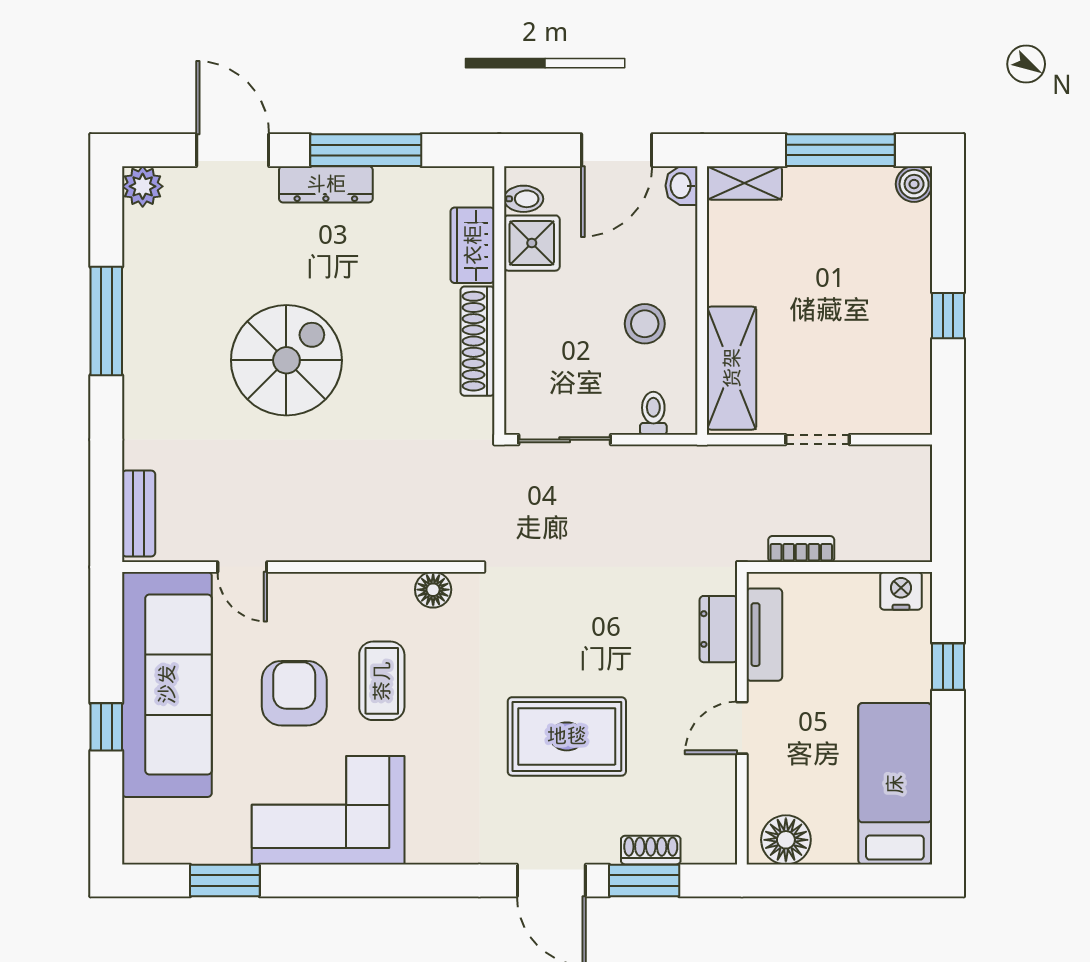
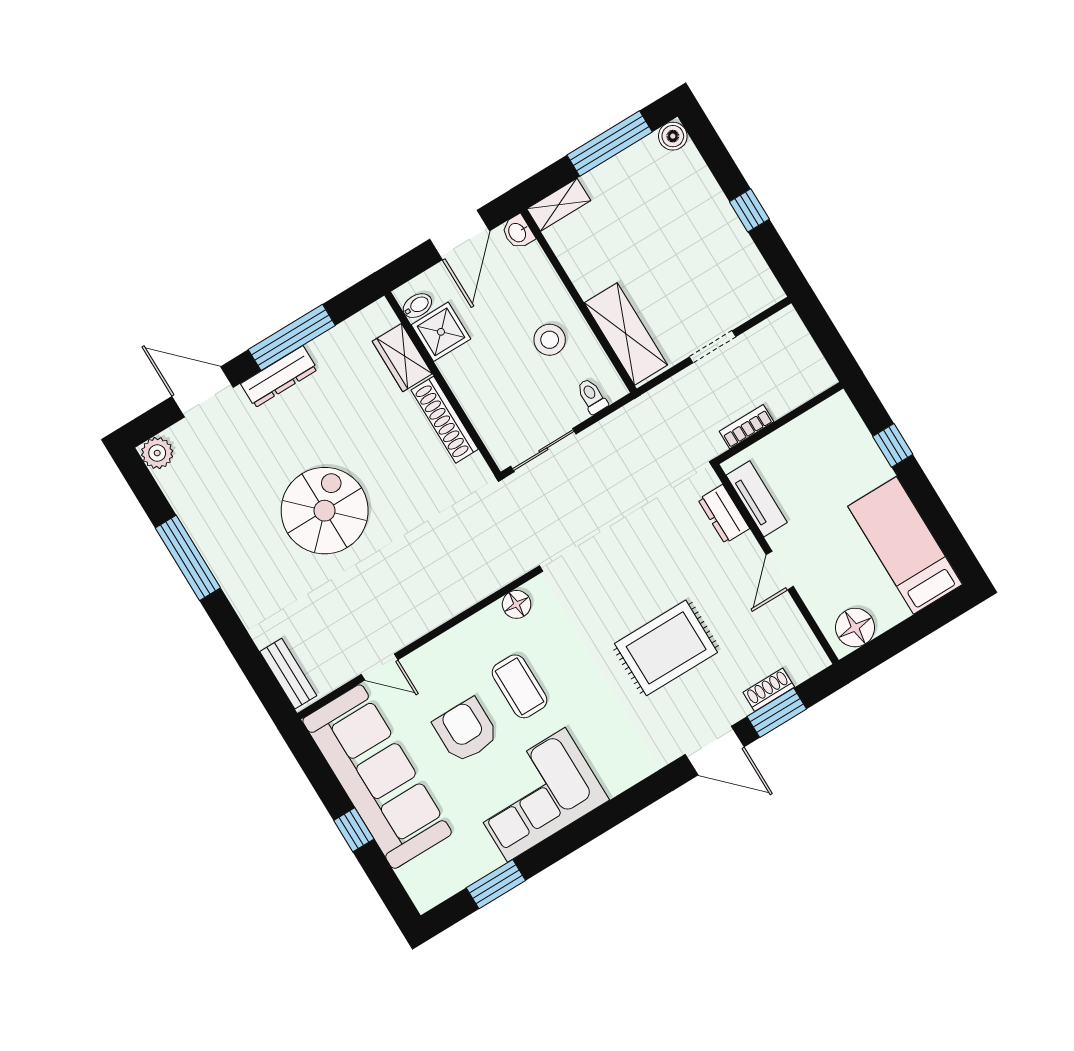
nightstand: (901, 591) -> (830, 414), removed

